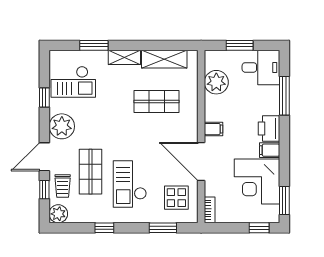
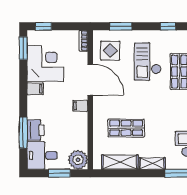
plant: (216, 82) -> (78, 160), moved
printer: (269, 129) -> (36, 130), moved
checkout: (130, 184) -> (148, 62), turned 180

